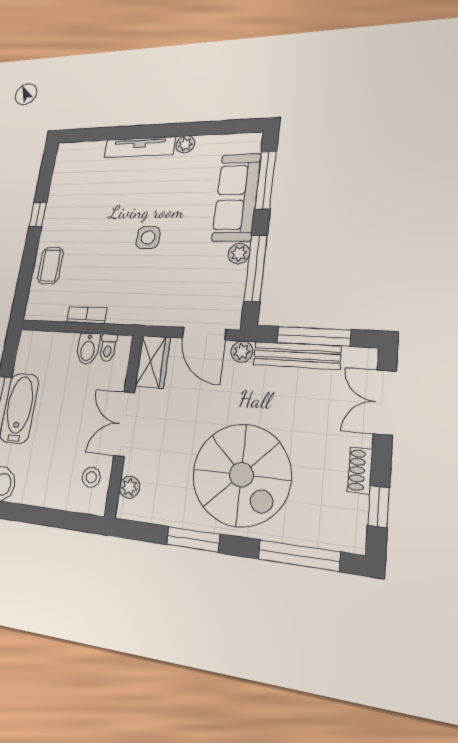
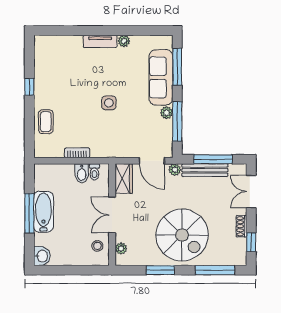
tv unit: (139, 147) -> (100, 41), width x0.71

